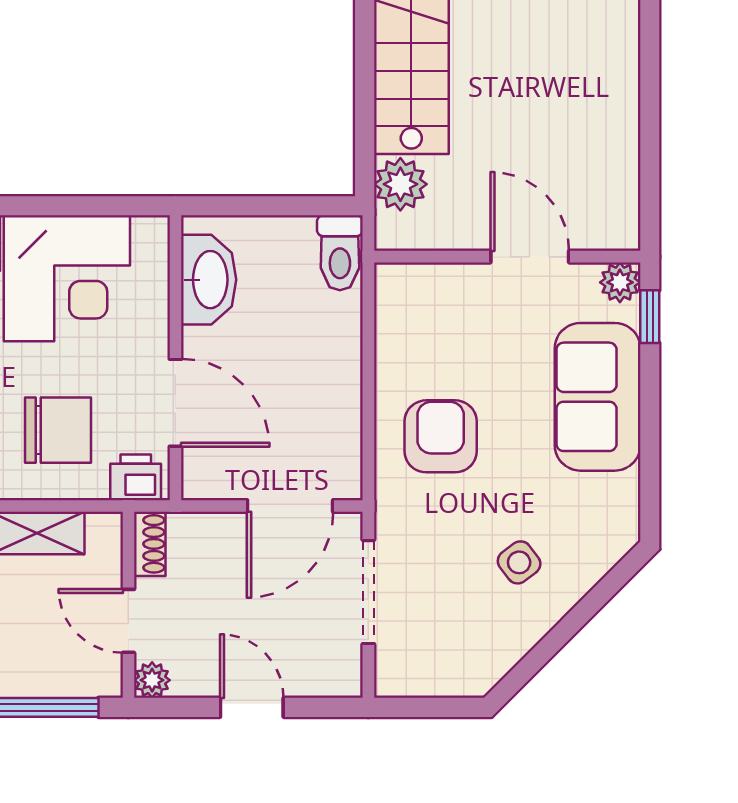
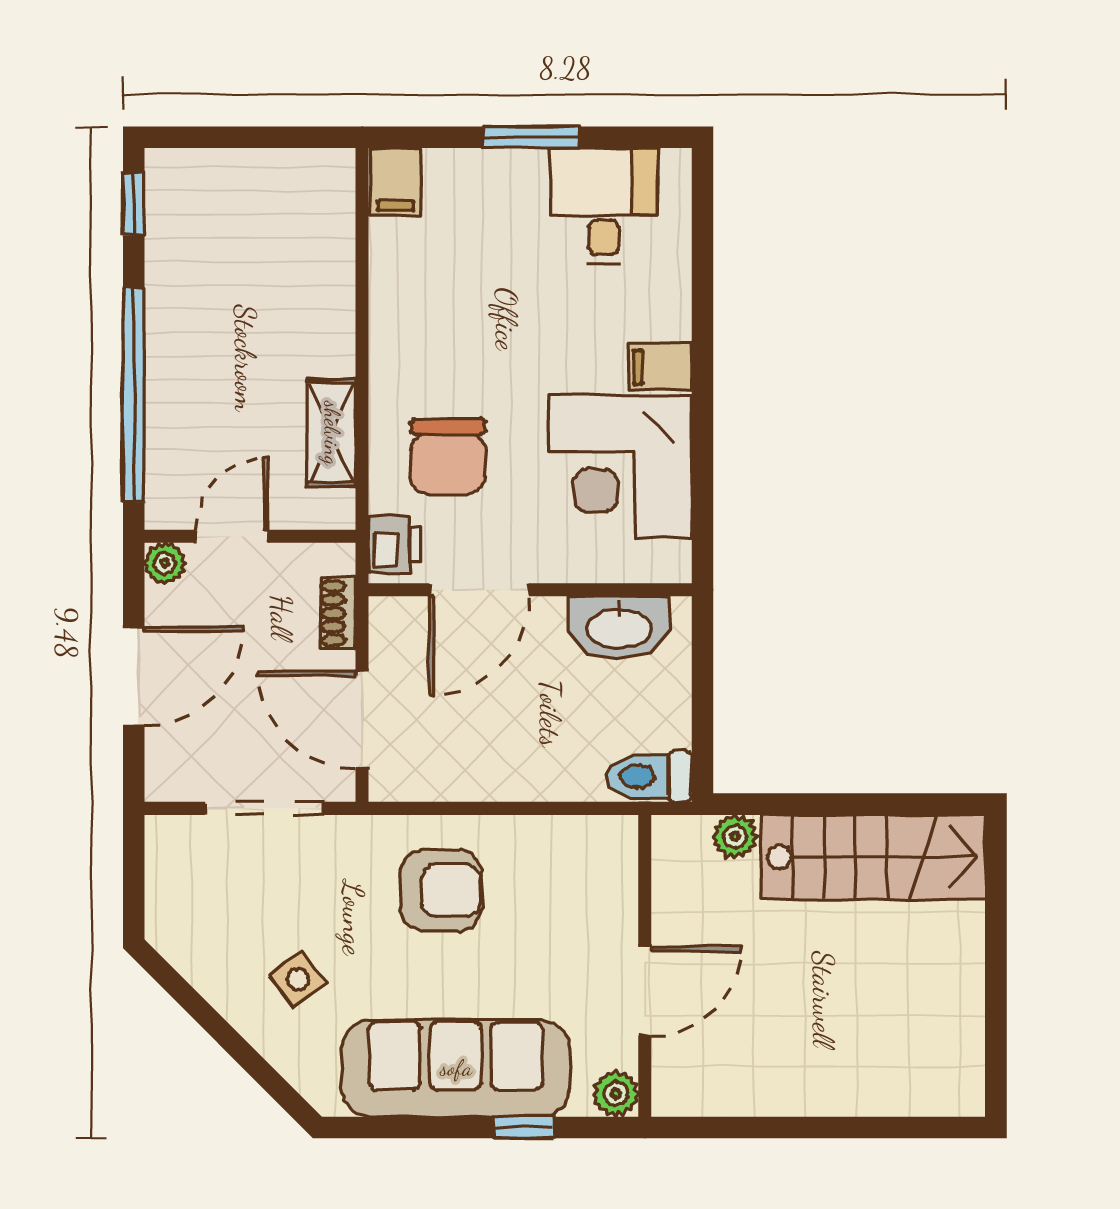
plant: (400, 184) -> (735, 837), width x0.73, depth x0.73
window: (650, 317) -> (524, 1127), moved
sofa: (598, 397) -> (456, 1068), width x1.36
shoe rack: (150, 544) -> (338, 613), moved, turned 90
door: (252, 707) -> (134, 676), width x1.38

